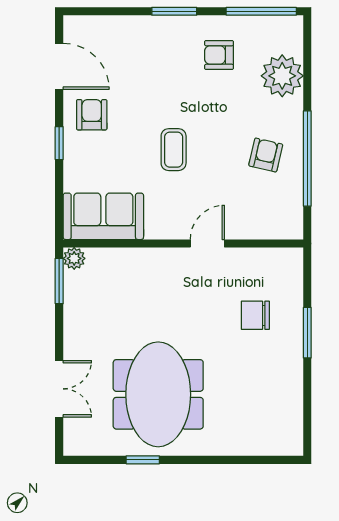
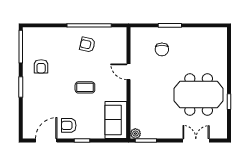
plant: (282, 76) -> (51, 37), removed

